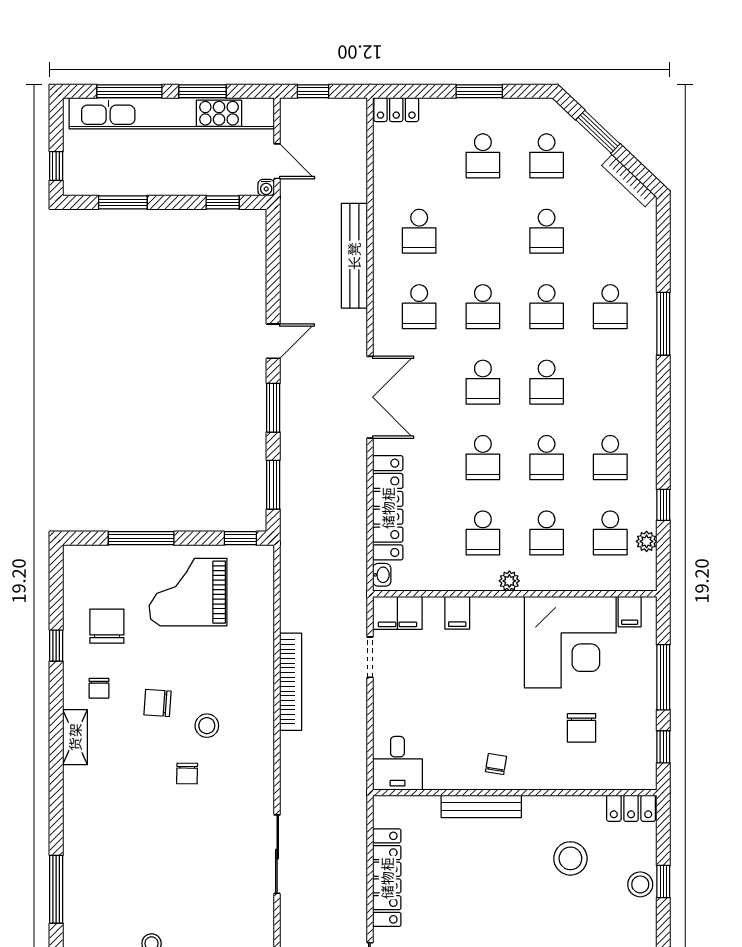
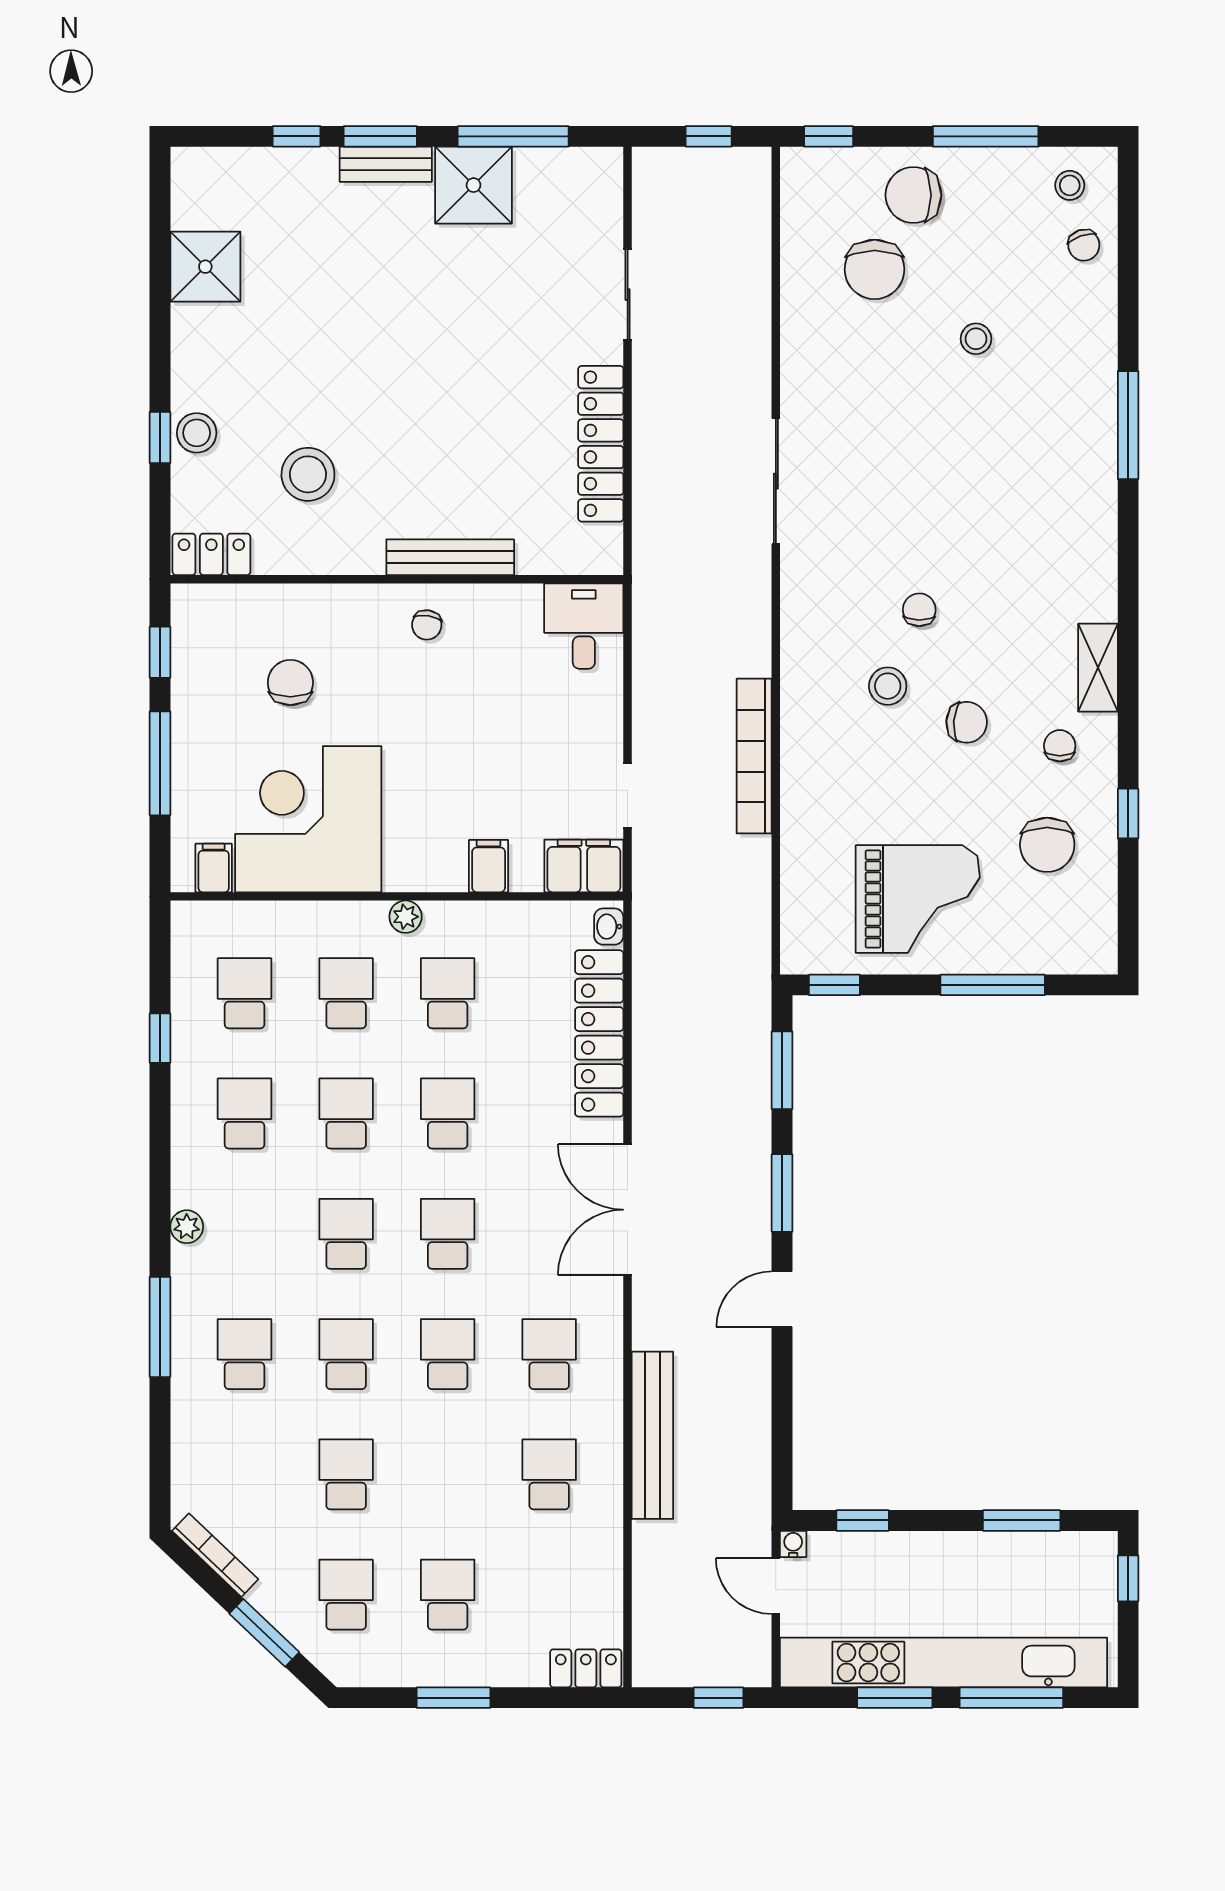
plant: (647, 541) -> (187, 1227), moved

